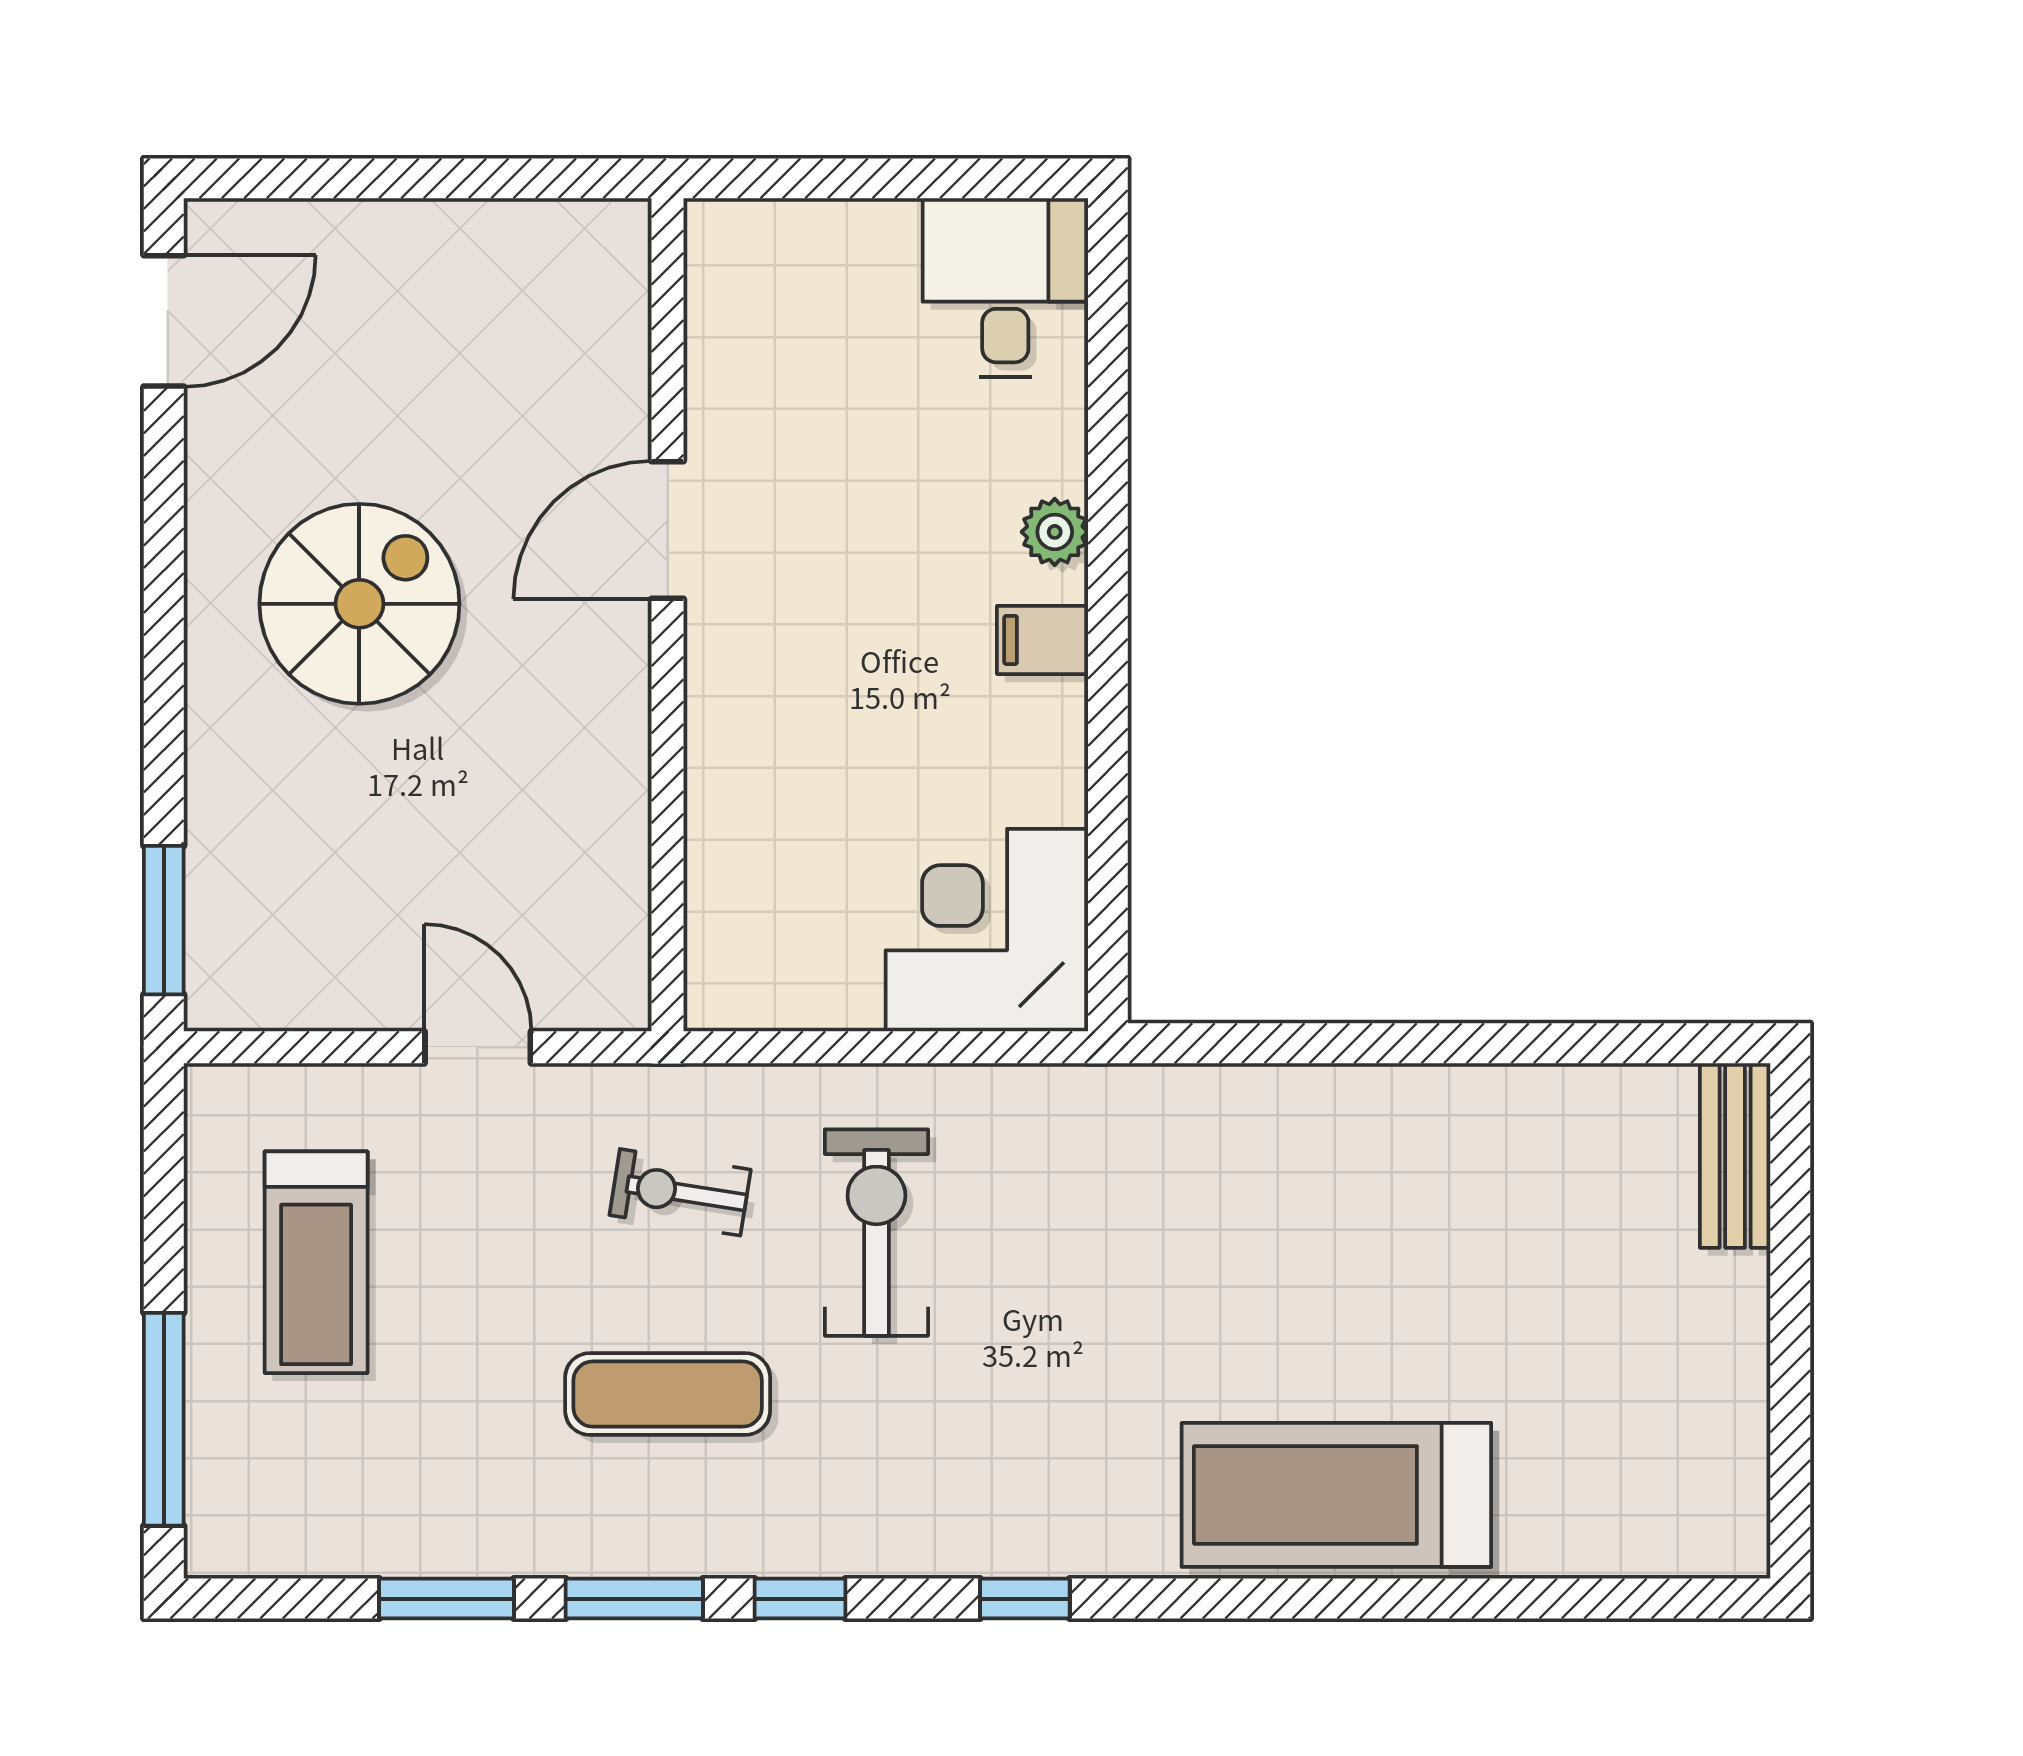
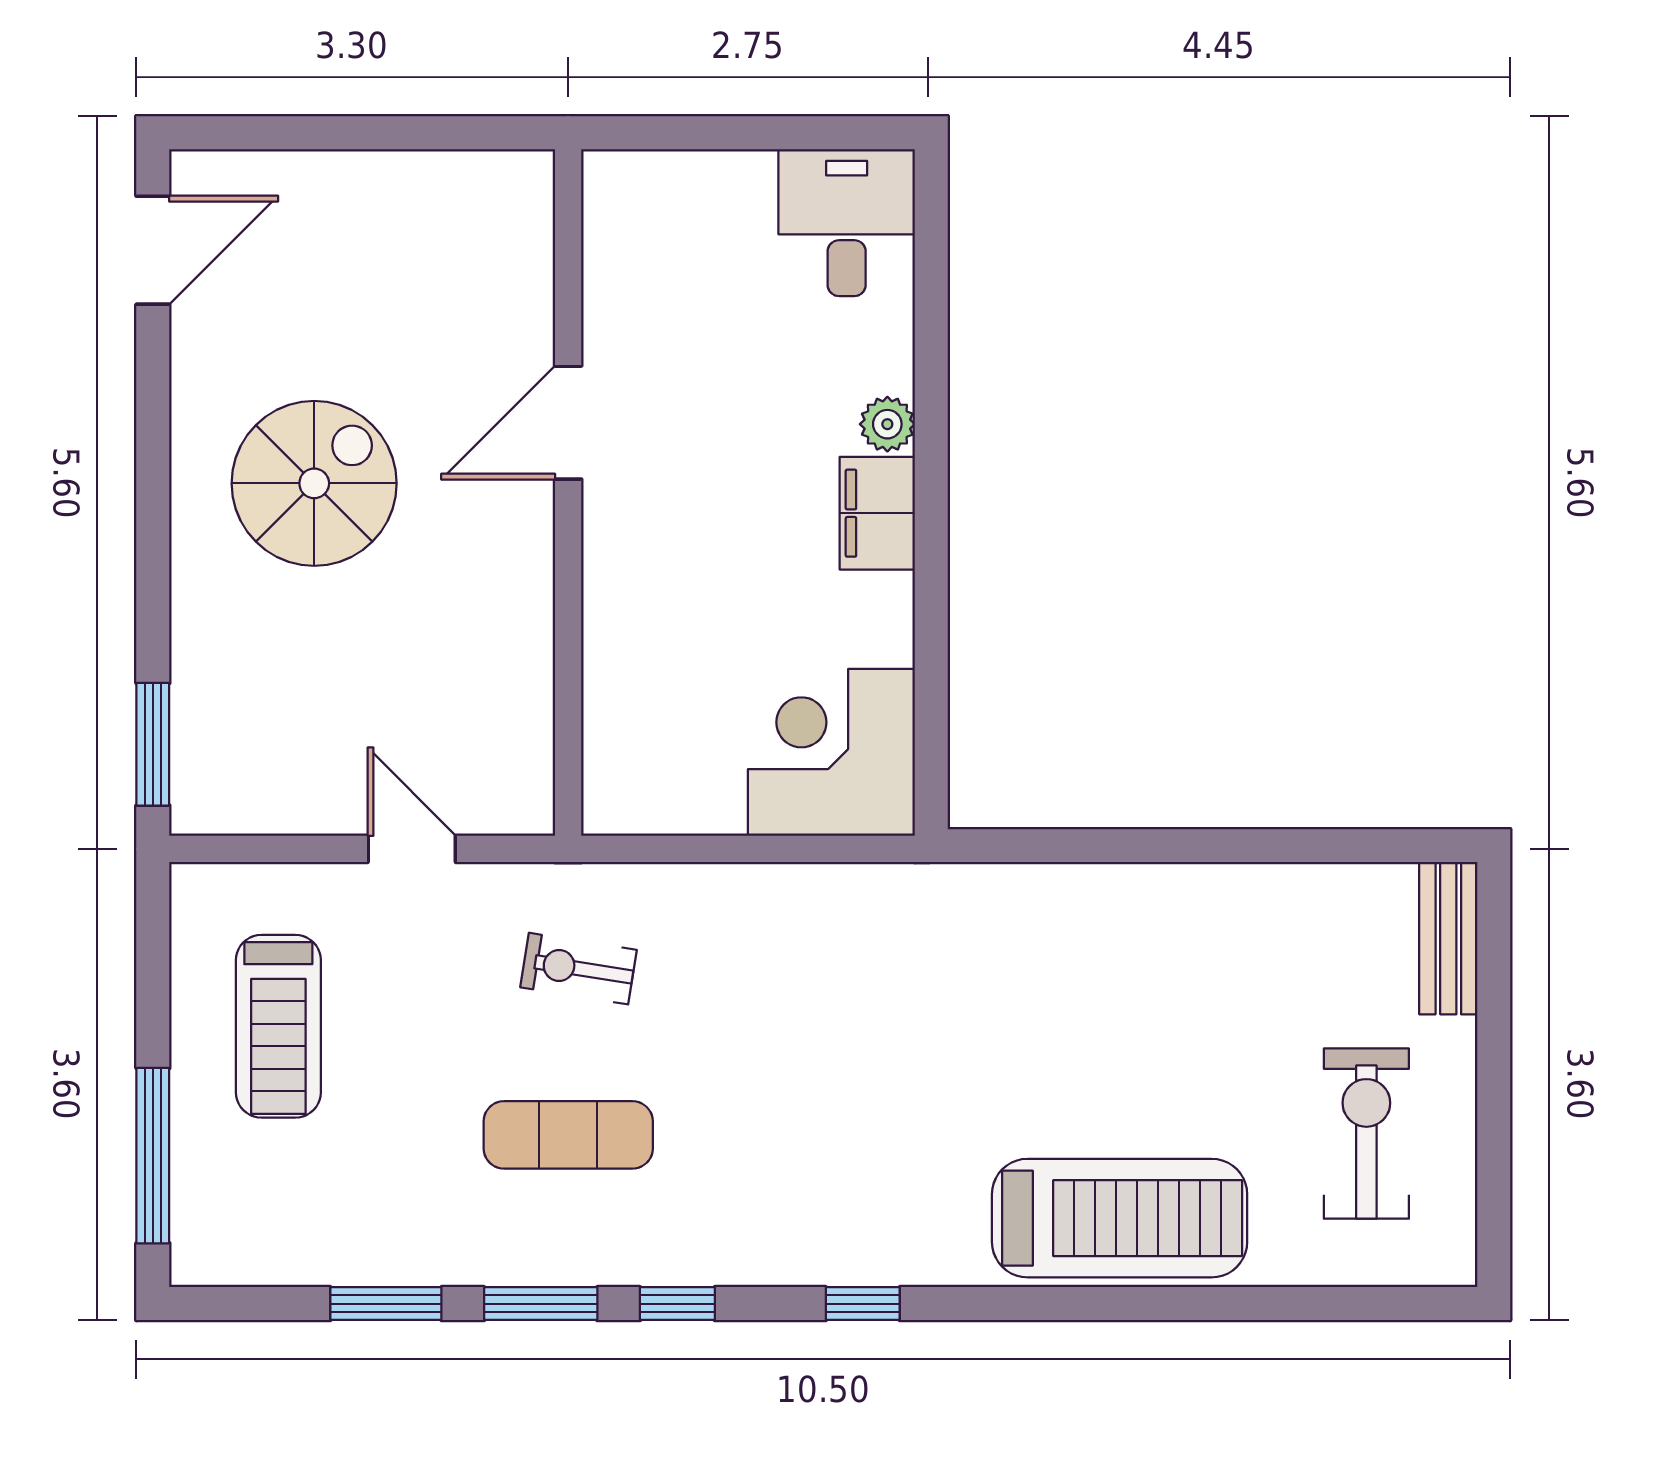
filing cabinet: (1042, 640) -> (877, 513), width x2.00
exercise bike: (876, 1233) -> (1366, 1134), moved
treadmill: (1336, 1495) -> (1120, 1218), turned 180

